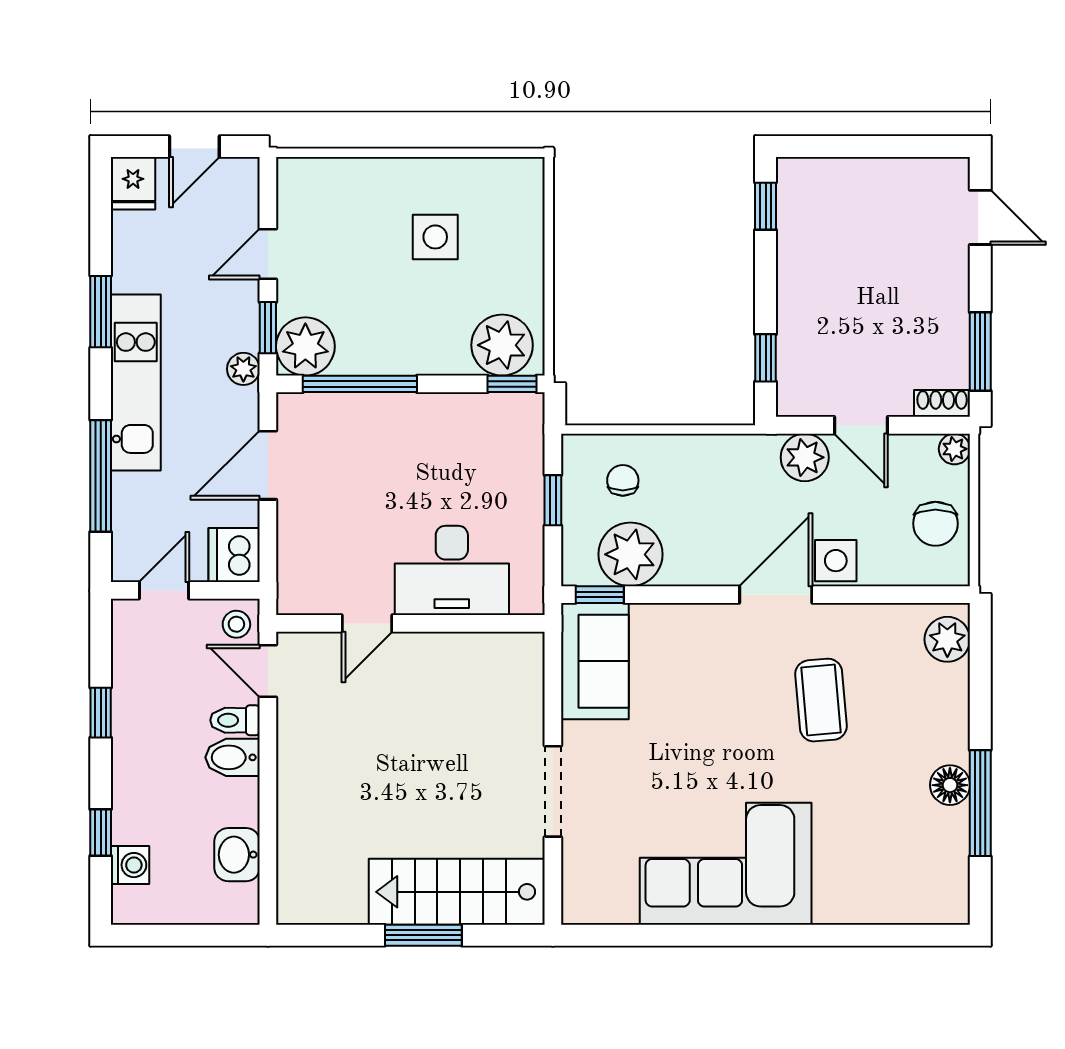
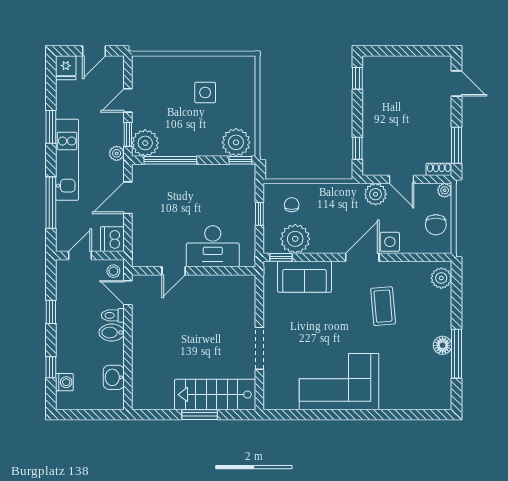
sofa: (595, 661) -> (305, 277), moved, turned 90

